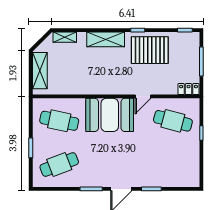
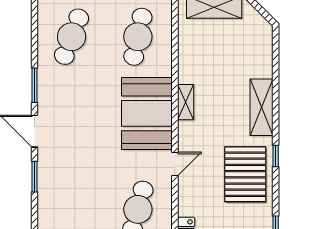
shelving: (65, 37) -> (186, 102), moved
door: (143, 96) -> (175, 164), swing flipped
cafe table: (59, 165) -> (72, 37), turned 42

